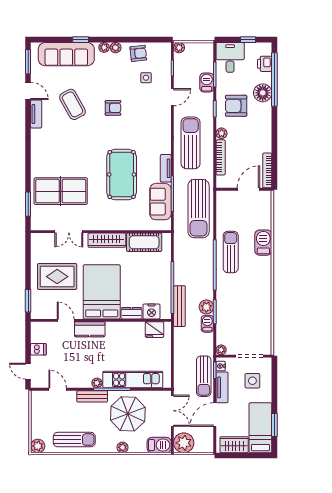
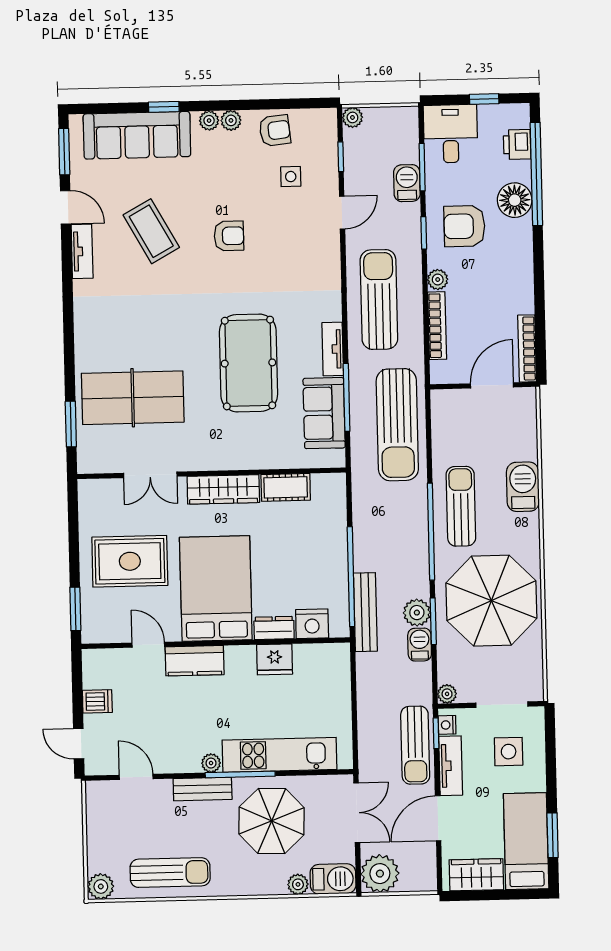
cot: (144, 242) -> (286, 487), width x0.73, depth x0.75
parasol: (245, 302) -> (491, 601), added
fridge: (154, 330) -> (275, 659), moved
plant: (123, 447) -> (298, 884), moved

